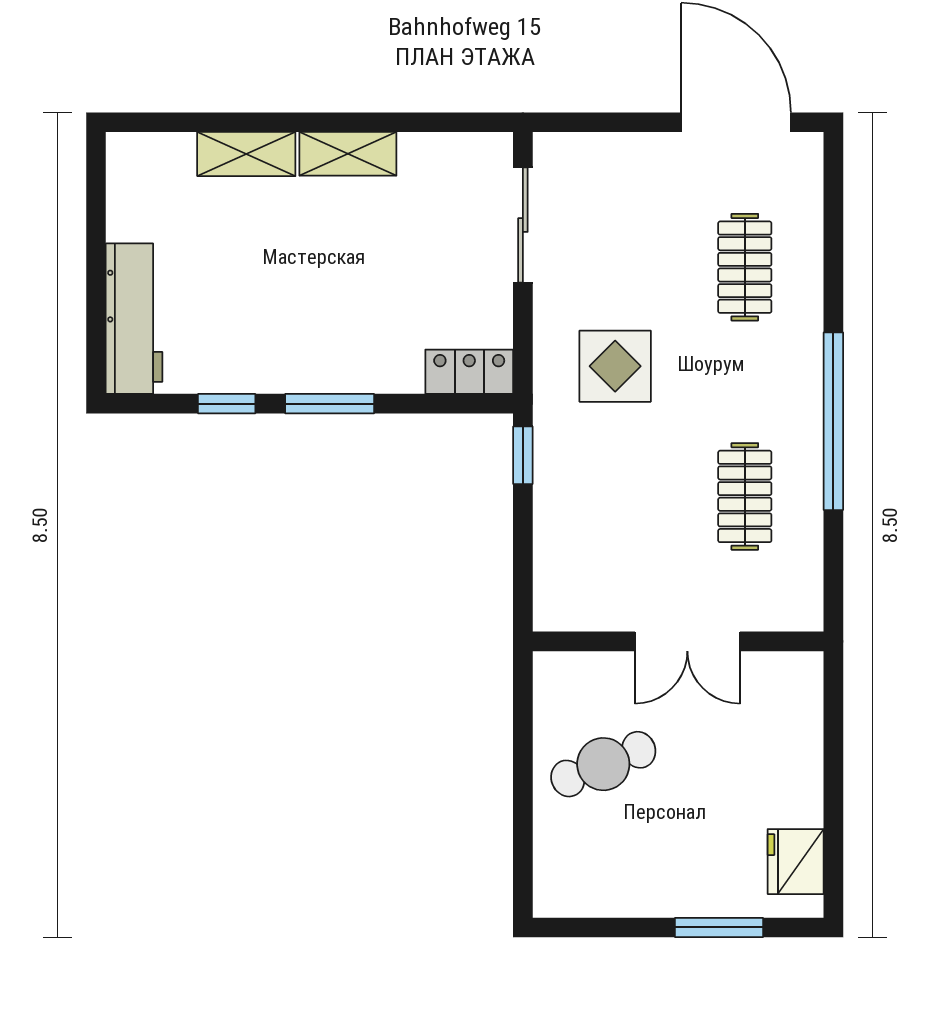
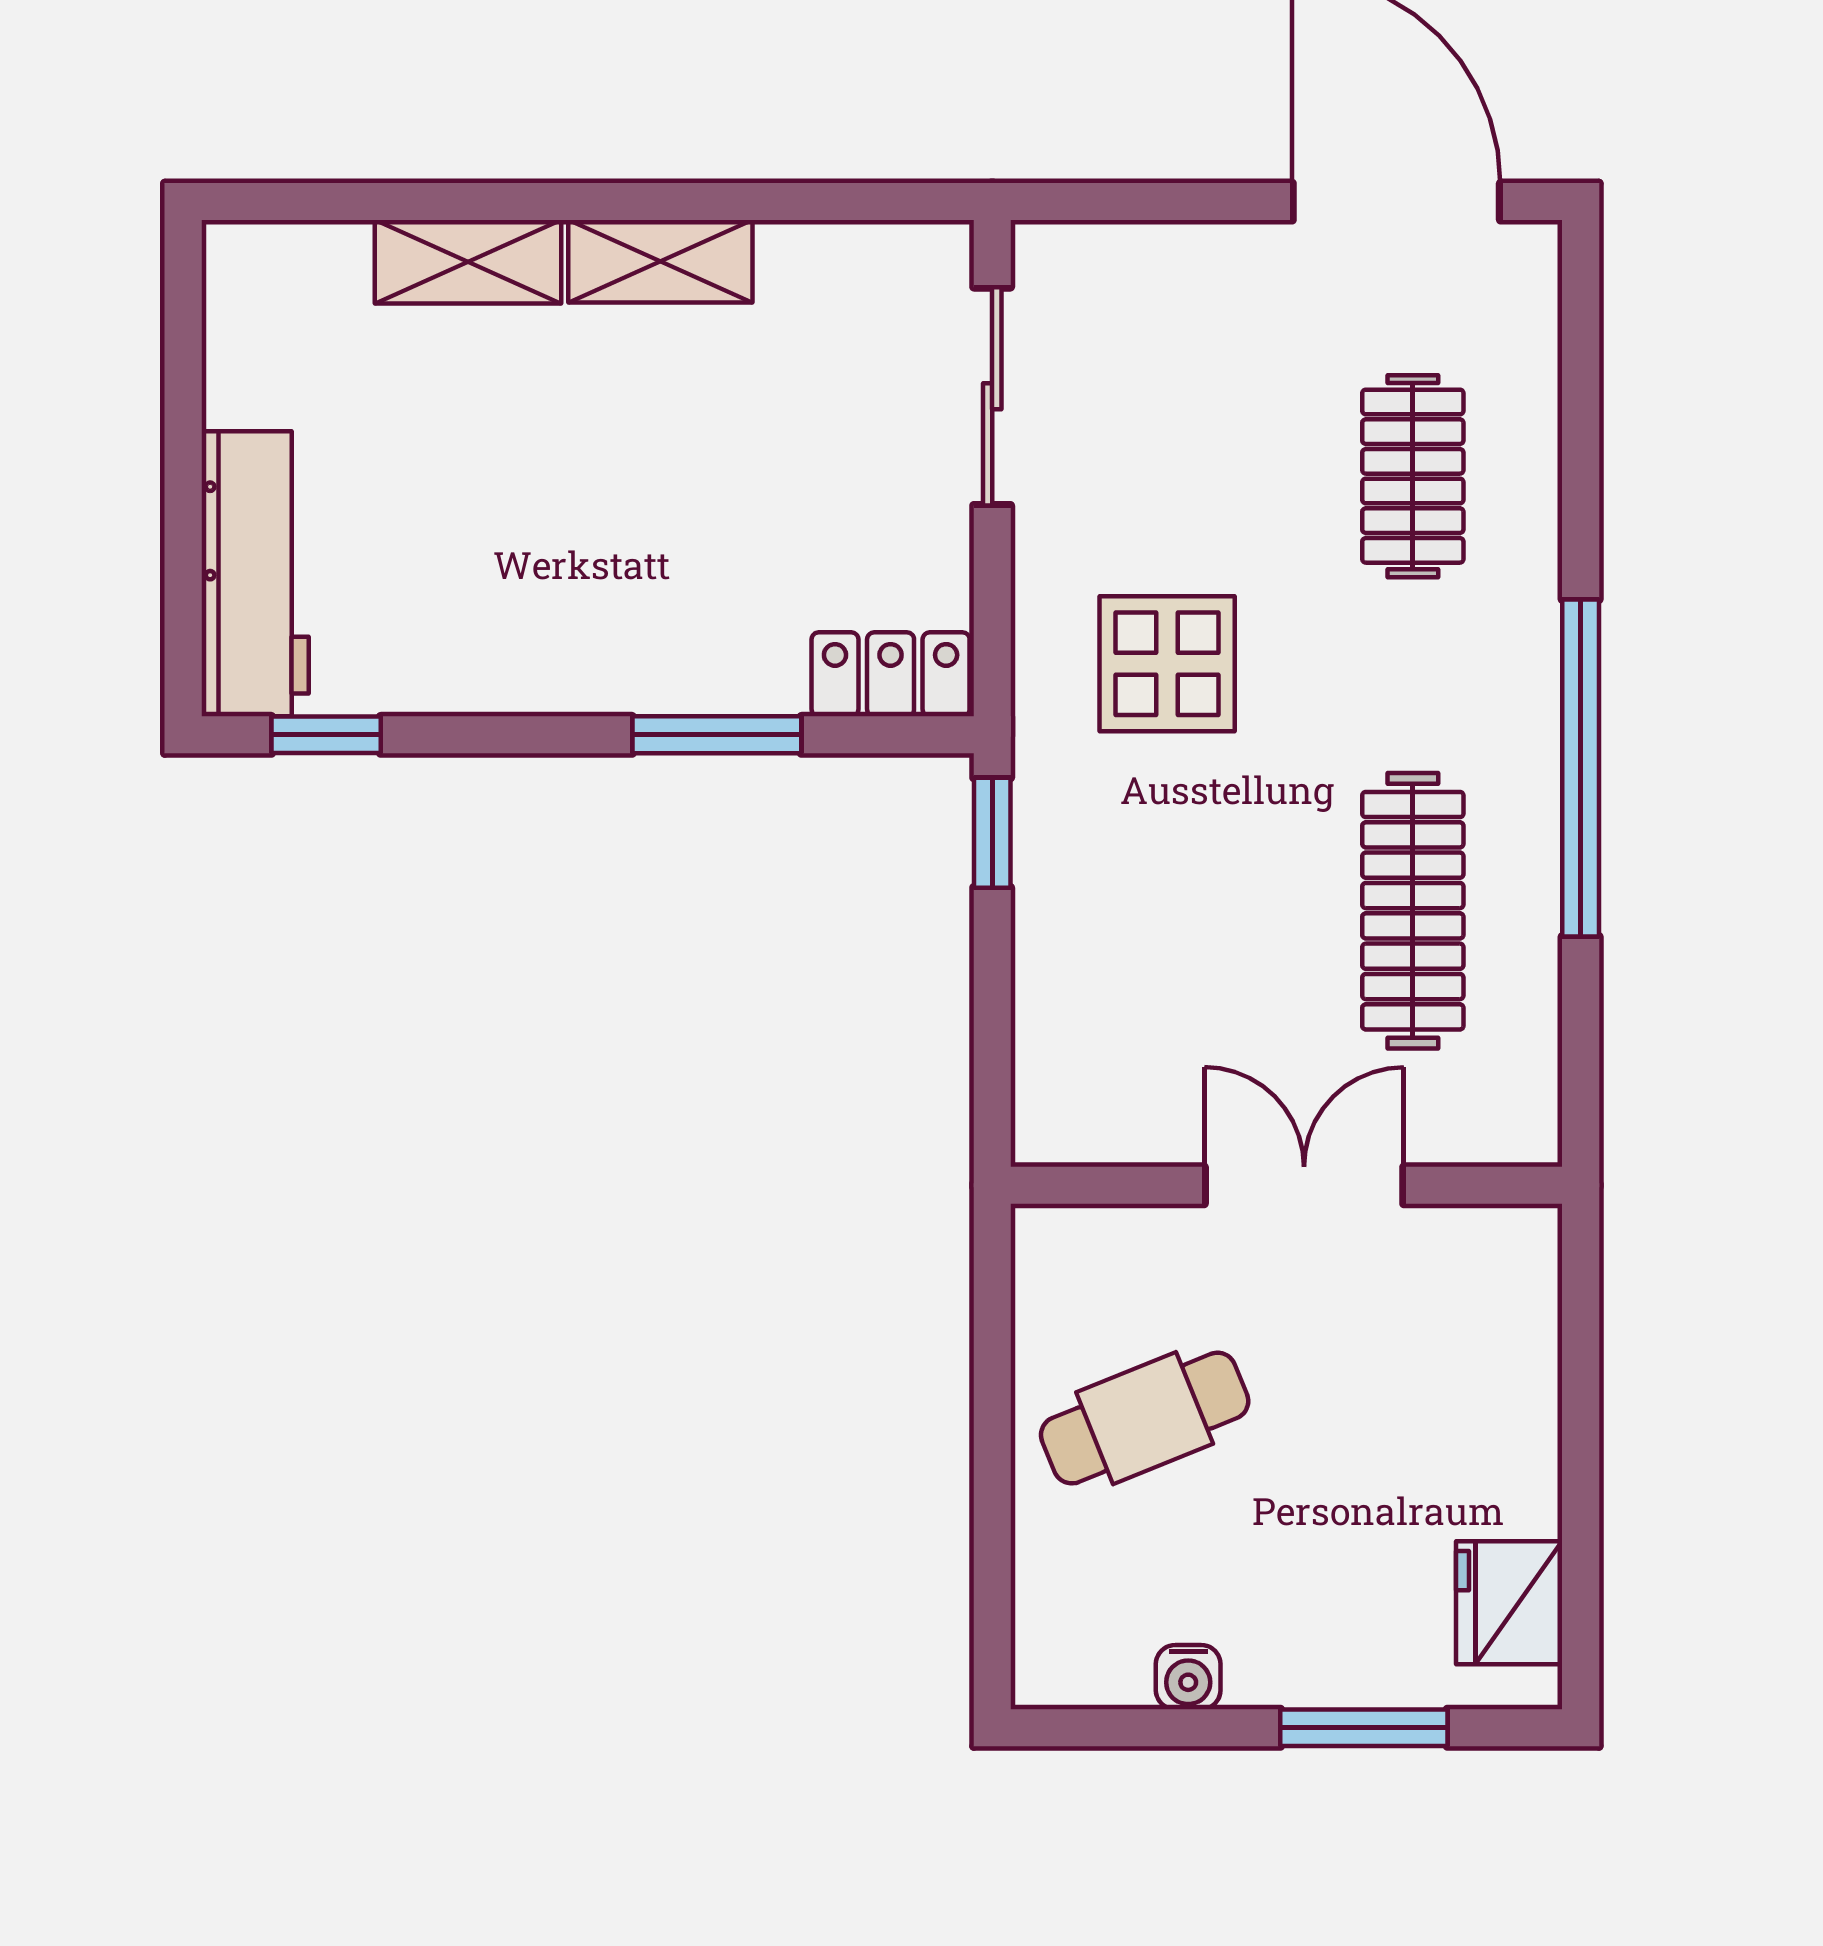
window: (227, 404) -> (326, 735), moved
window: (330, 404) -> (717, 735), moved
clothes rail: (745, 496) -> (1413, 911), width x1.36
double door: (687, 641) -> (1304, 1185), swing flipped
water cooler: (626, 901) -> (1188, 1677), added

